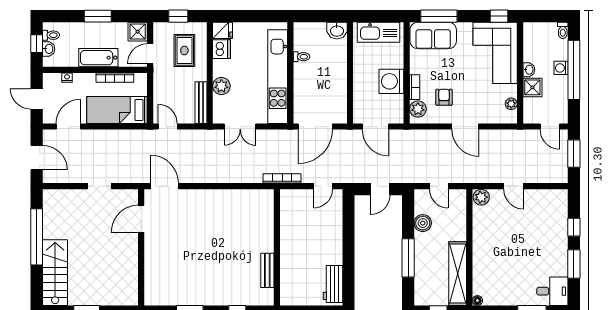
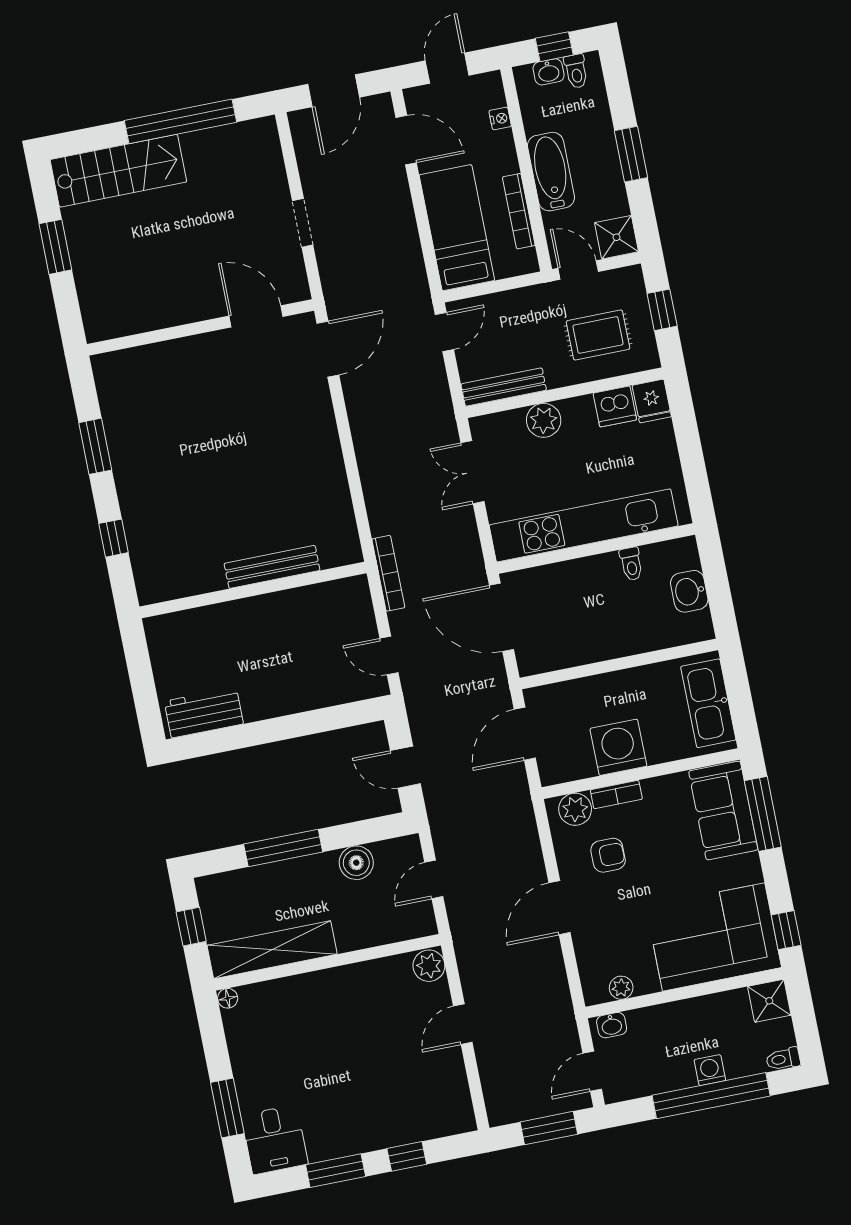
washbasin: (337, 31) -> (689, 591), moved
washbasin: (529, 70) -> (612, 1025), moved
shower: (532, 87) -> (769, 1001), moved
bench: (267, 270) -> (272, 567), moved, width x1.36

